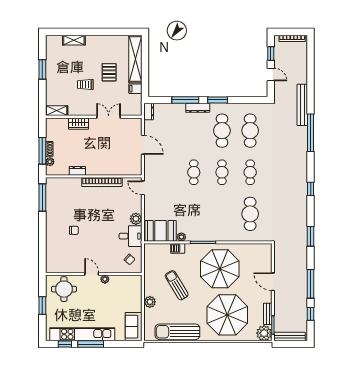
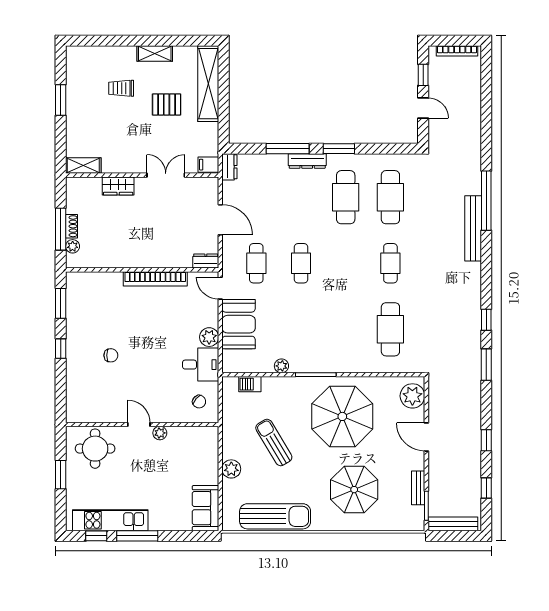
shelving: (74, 40) -> (155, 53), moved
pallet: (109, 72) -> (167, 104), turned 90
trolley: (85, 84) -> (121, 88), moved
filing cabinet: (135, 89) -> (208, 165), moved
bench: (302, 105) -> (473, 228), moved
dresser: (77, 171) -> (206, 261), moved
cafe table: (222, 172) -> (256, 263), moved
window: (311, 189) -> (486, 320), moved
window: (42, 198) -> (61, 303), width x0.69
window: (42, 226) -> (61, 349), added
booth: (161, 231) -> (239, 324), moved, turned 90
barbecue: (178, 248) -> (250, 384), moved
window: (311, 284) -> (486, 440), width x0.46
parasol: (227, 315) -> (354, 490), width x0.73, depth x0.73
sun lounger: (177, 332) -> (275, 516), turned 180
plant: (264, 333) -> (412, 396), moved
kitchen unit: (82, 334) -> (110, 520), width x0.73

